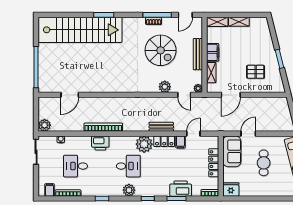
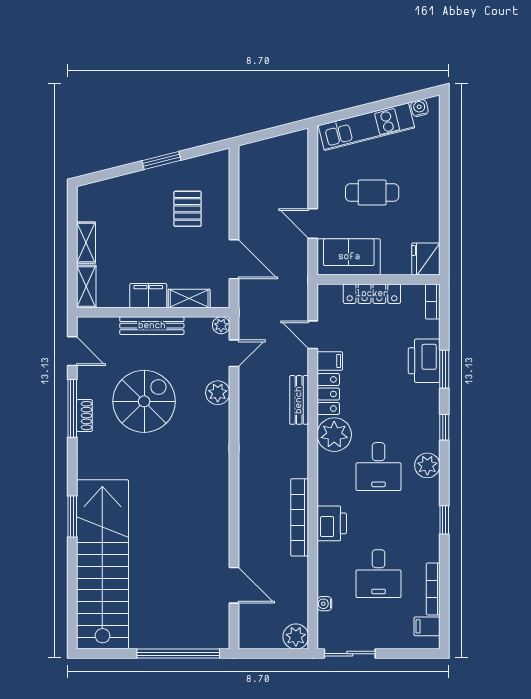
desk: (128, 166) -> (378, 467), turned 180

